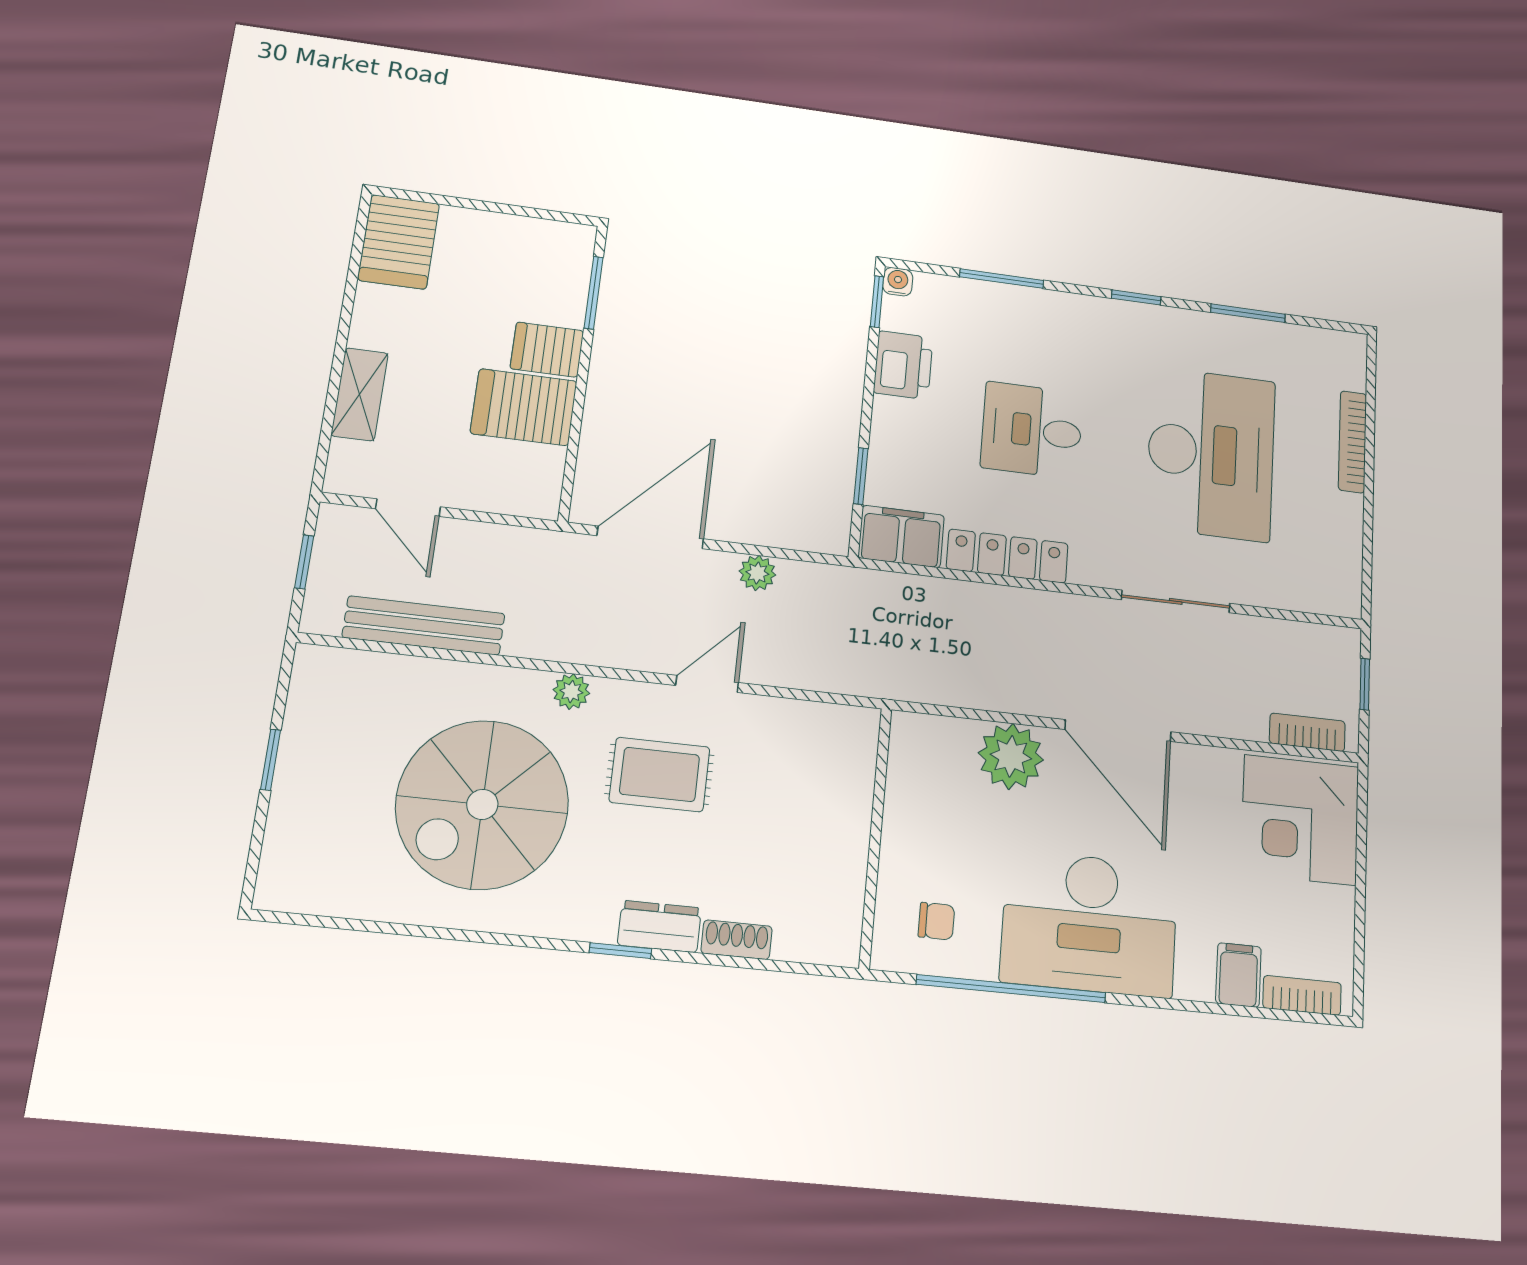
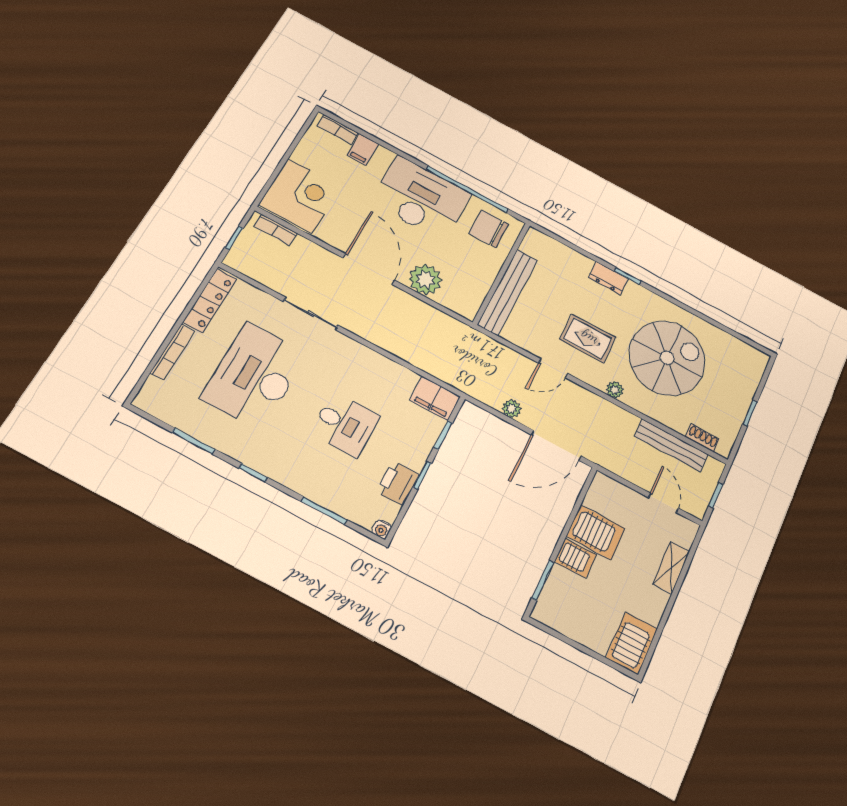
window: (877, 302) -> (422, 475), moved
locker: (1007, 556) -> (210, 301), moved, turned -90
bench: (850, 802) -> (508, 292), added
chair: (936, 921) -> (489, 229), width x1.87, depth x1.87
shoe rack: (737, 940) -> (702, 438), moved, turned 180

